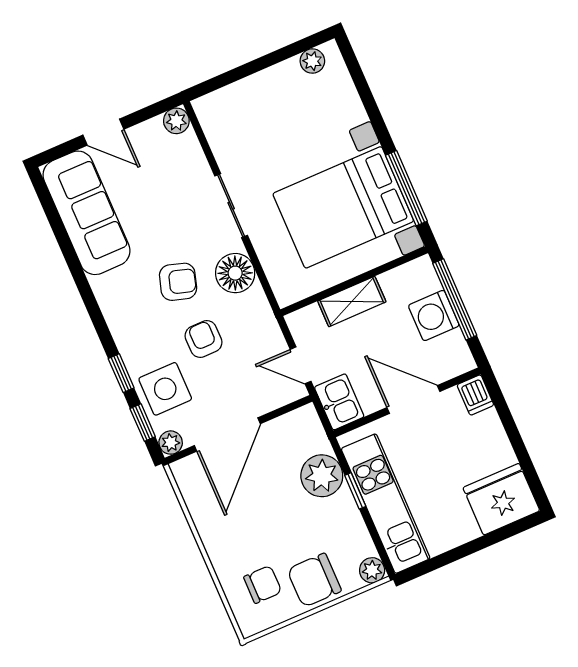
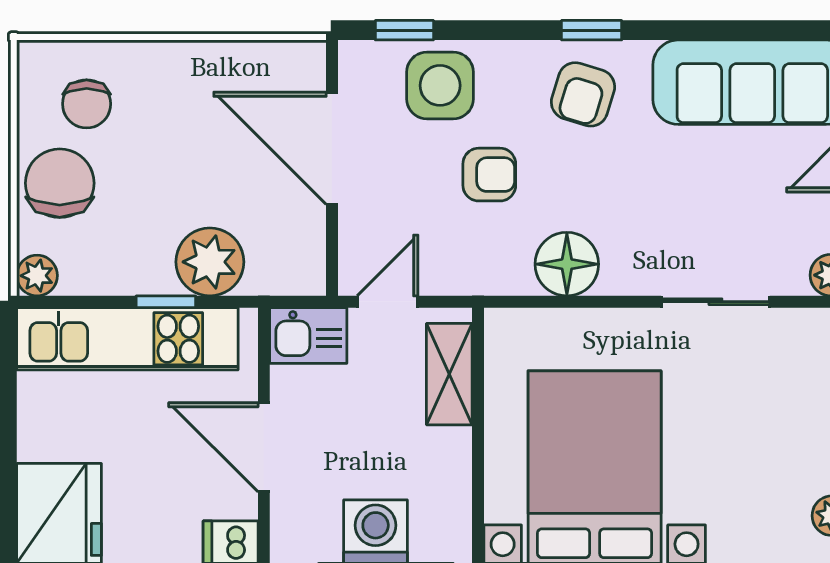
sliding door: (231, 206) -> (715, 302), moved
armchair: (178, 282) -> (583, 94), moved
shelving: (352, 301) -> (449, 374), moved
window: (121, 373) -> (592, 30), moved
door: (413, 400) -> (264, 447), swing flipped
plant: (171, 443) -> (357, 59), removed

